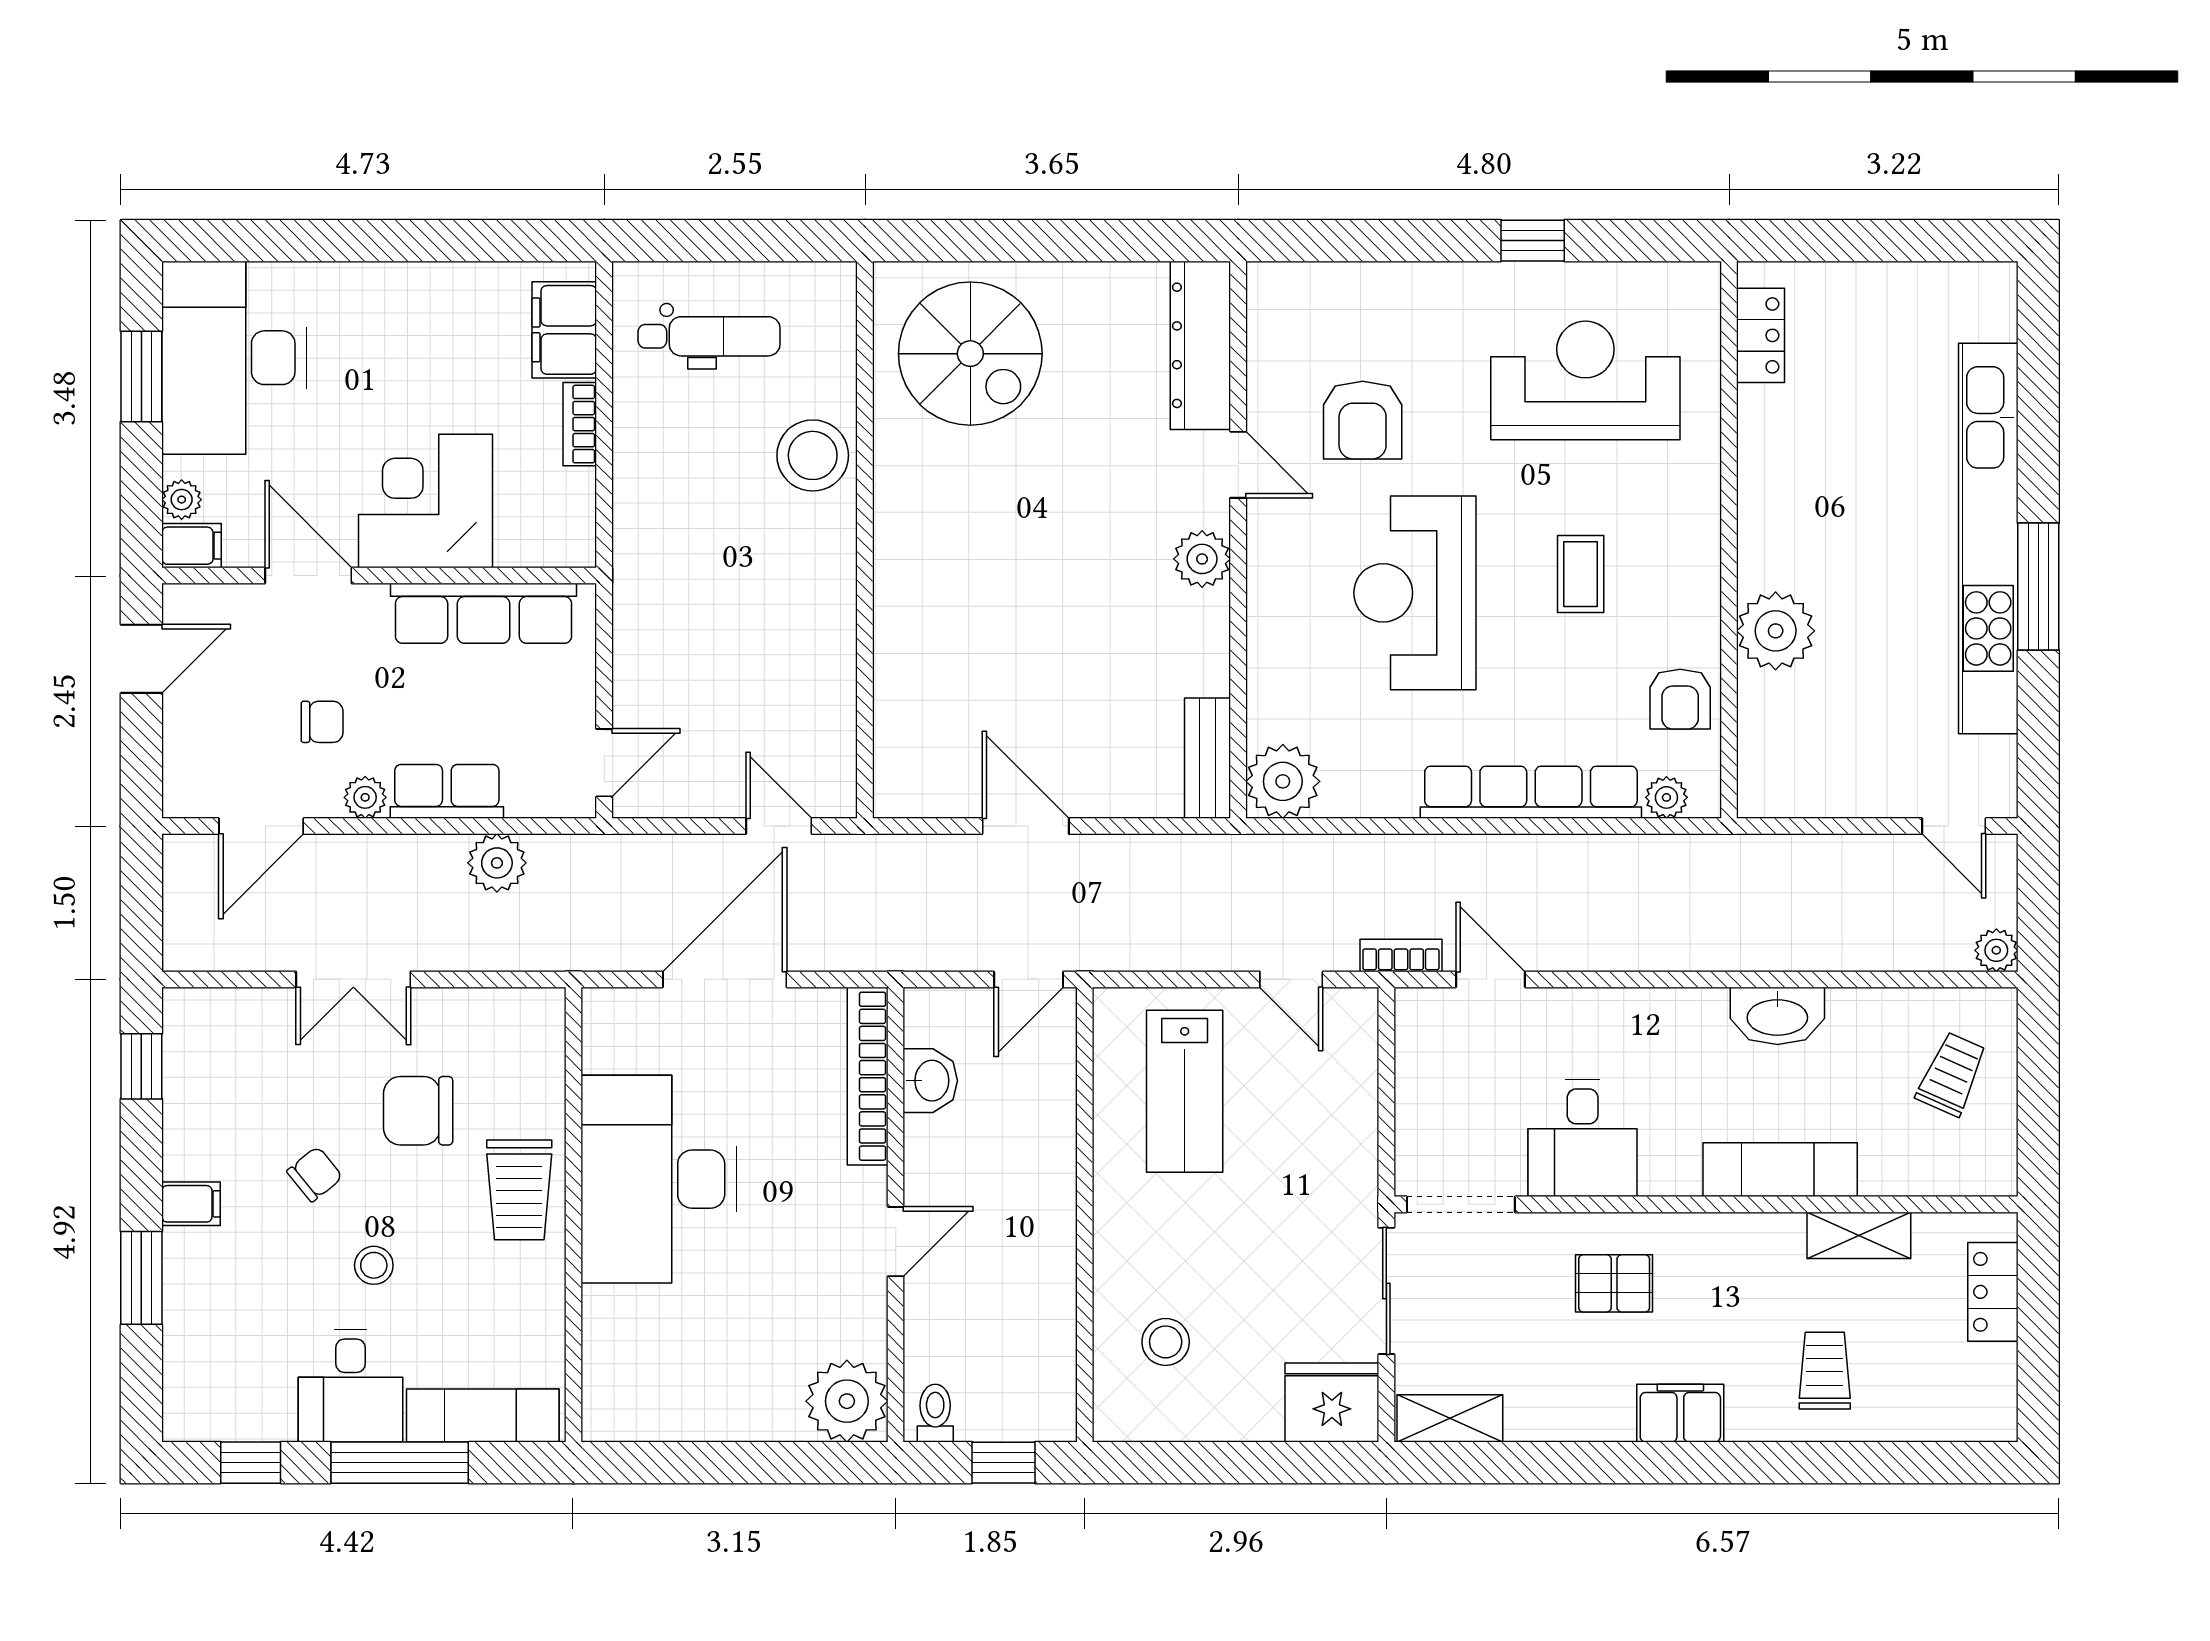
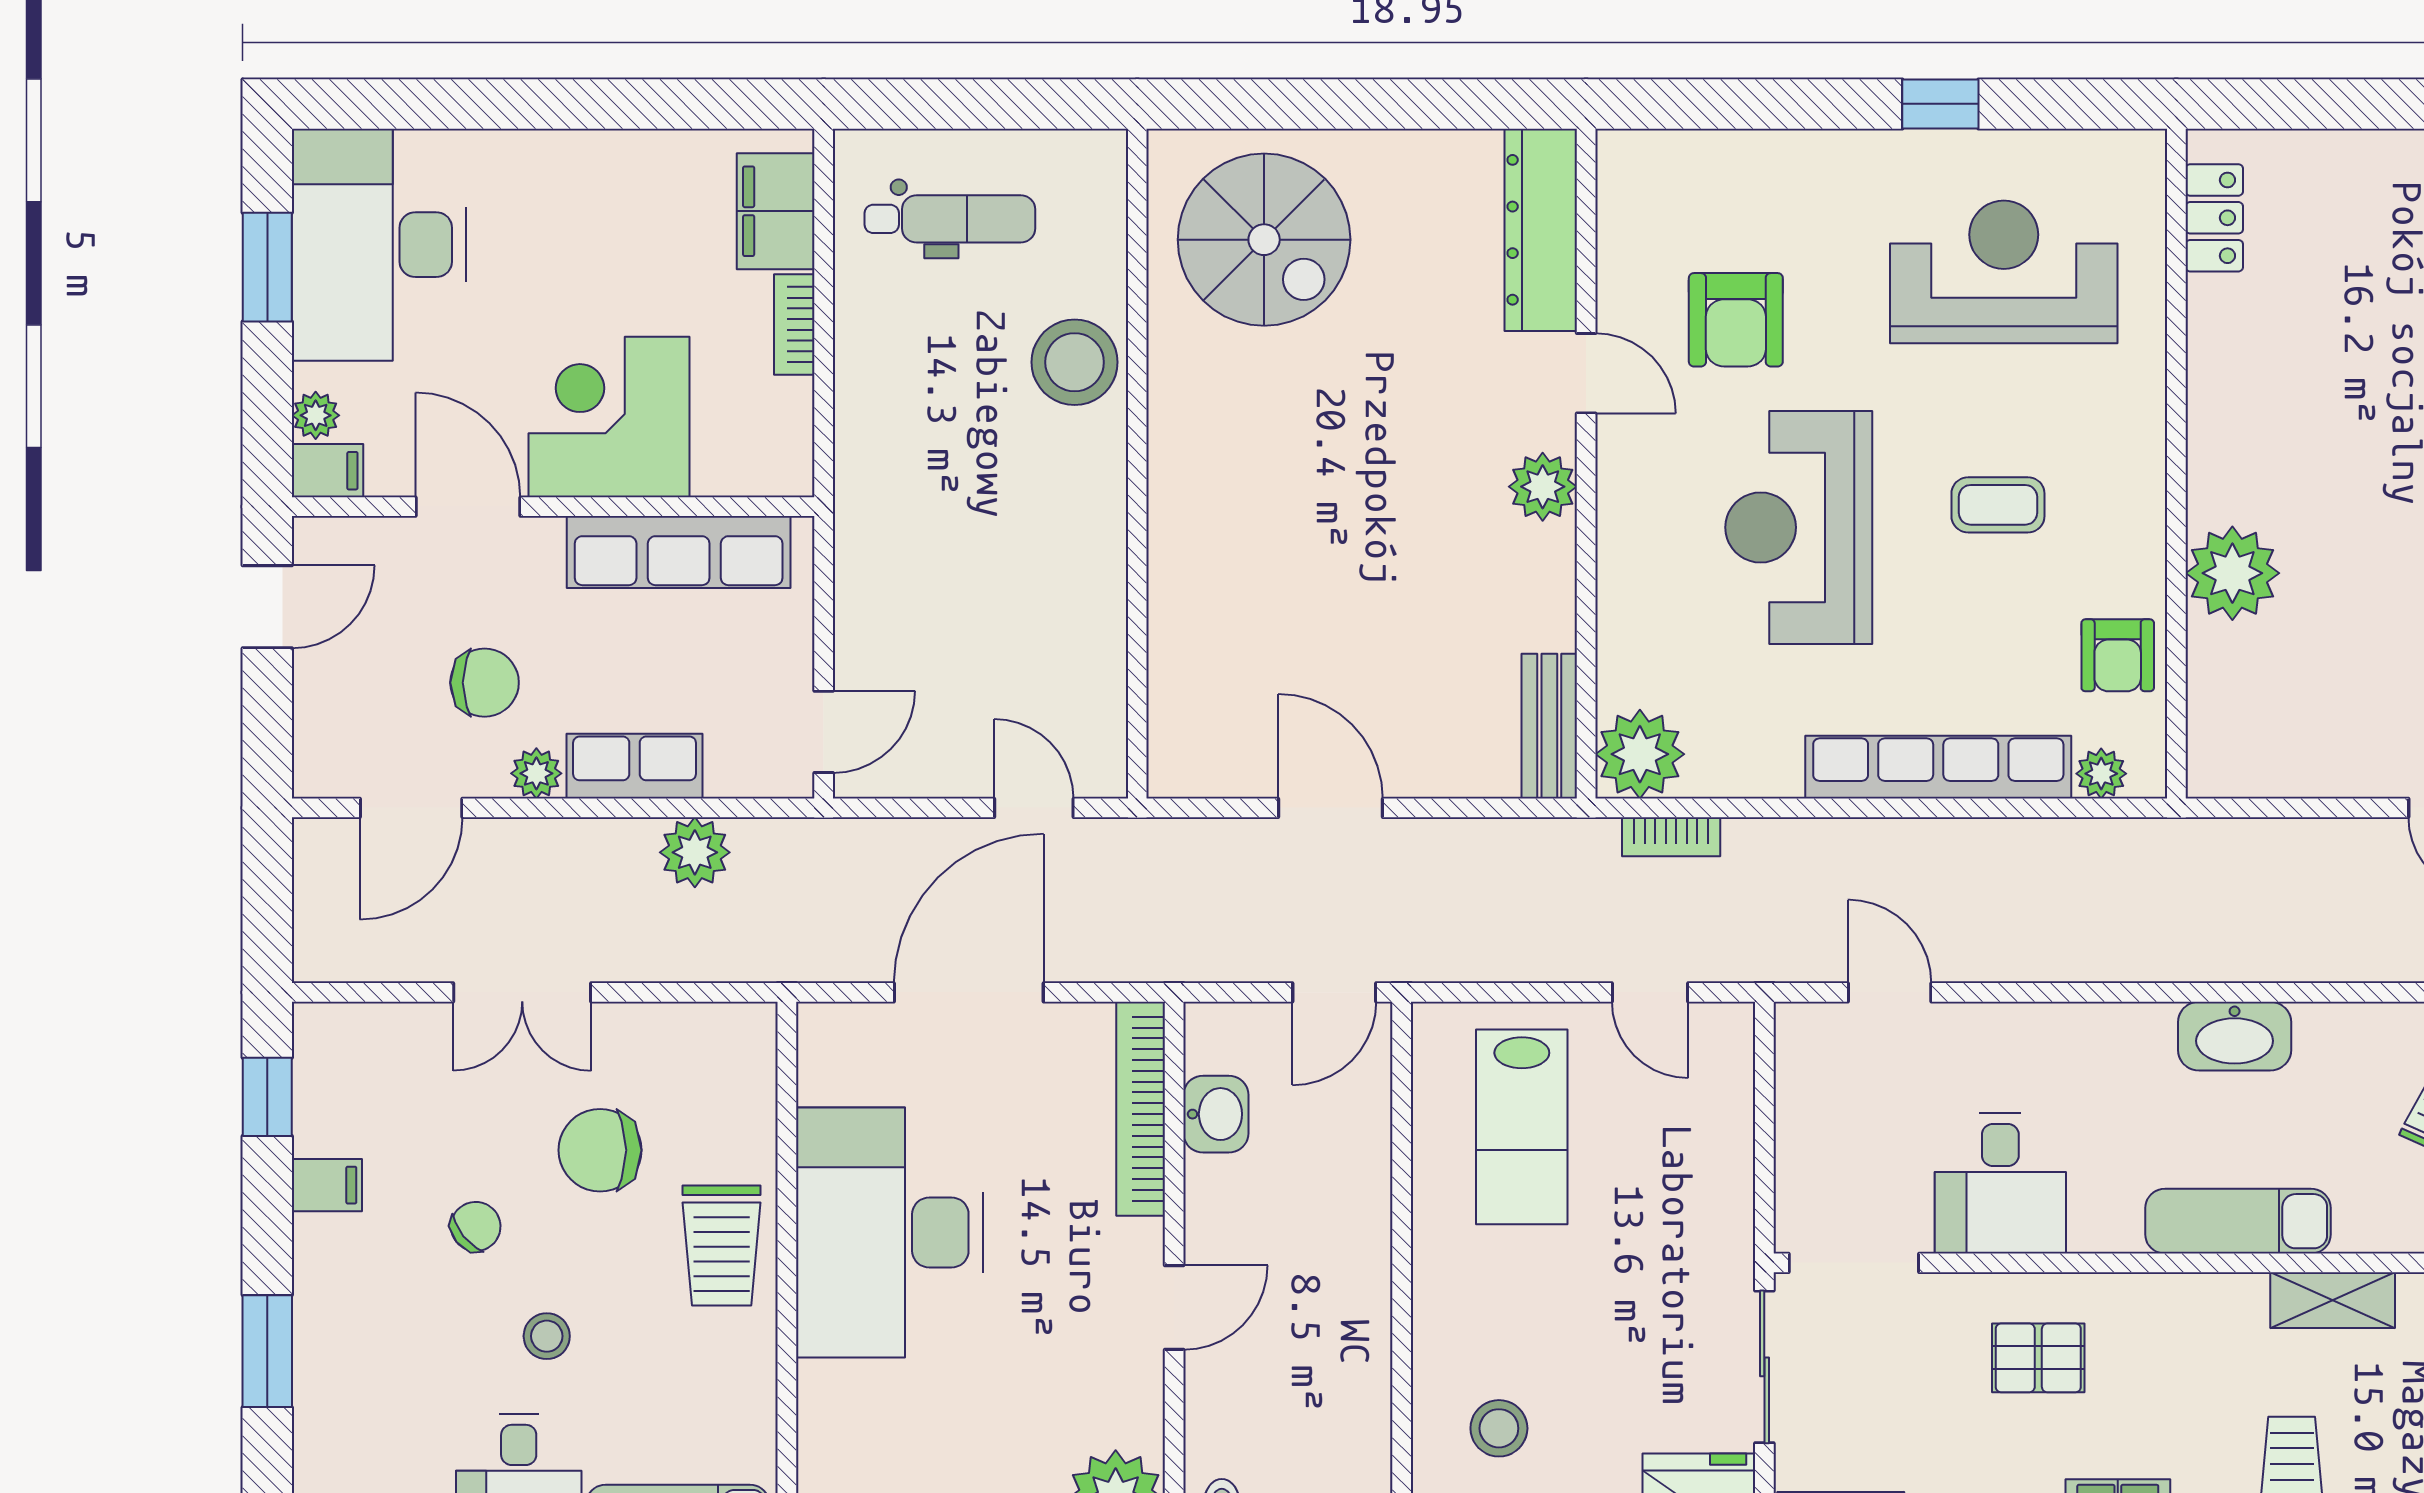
coffee table: (1581, 574) -> (1998, 505), turned 90
chair: (322, 722) -> (485, 683), width x1.37, depth x1.37
bookcase: (1401, 955) -> (1671, 837), moved, turned 180
filing cabinet: (191, 1204) -> (327, 1185), moved

